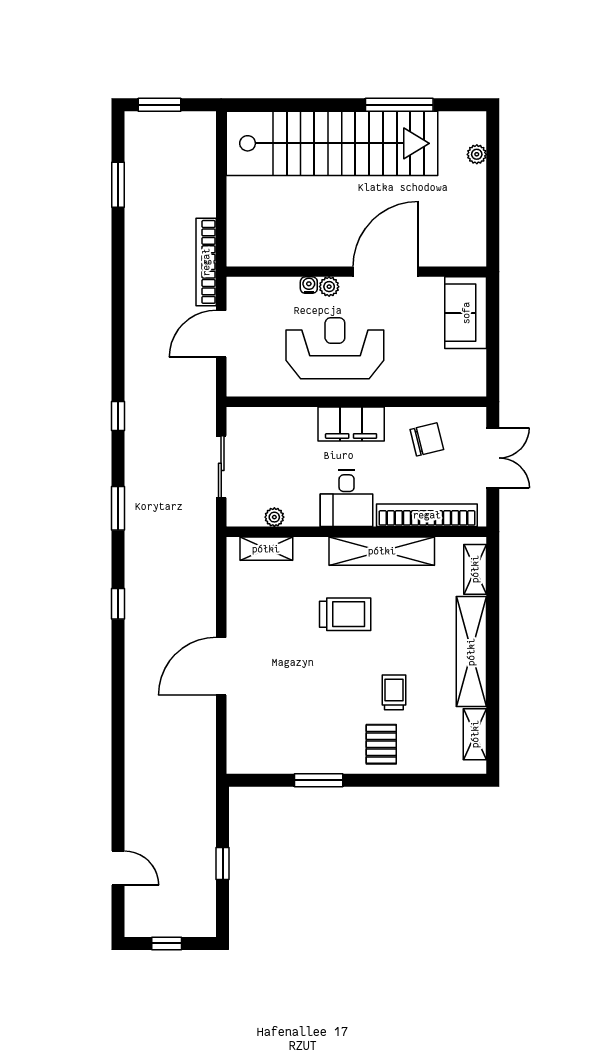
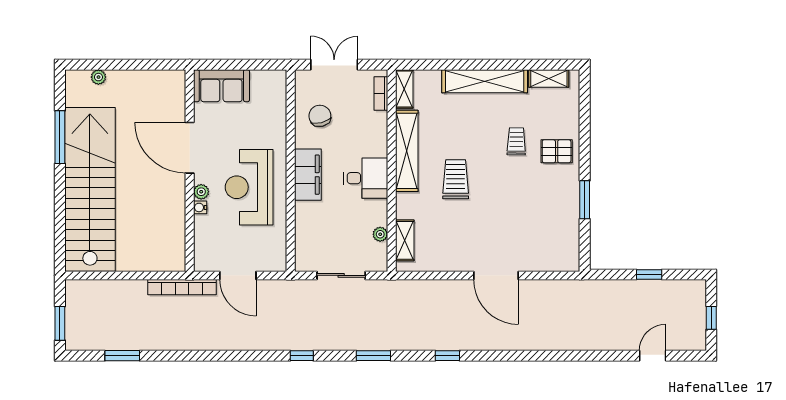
bookcase: (427, 515) -> (381, 94), width x0.43, depth x0.76
shelving: (475, 569) -> (404, 89), moved, turned 90
trolley: (394, 692) -> (516, 141), turned 91

